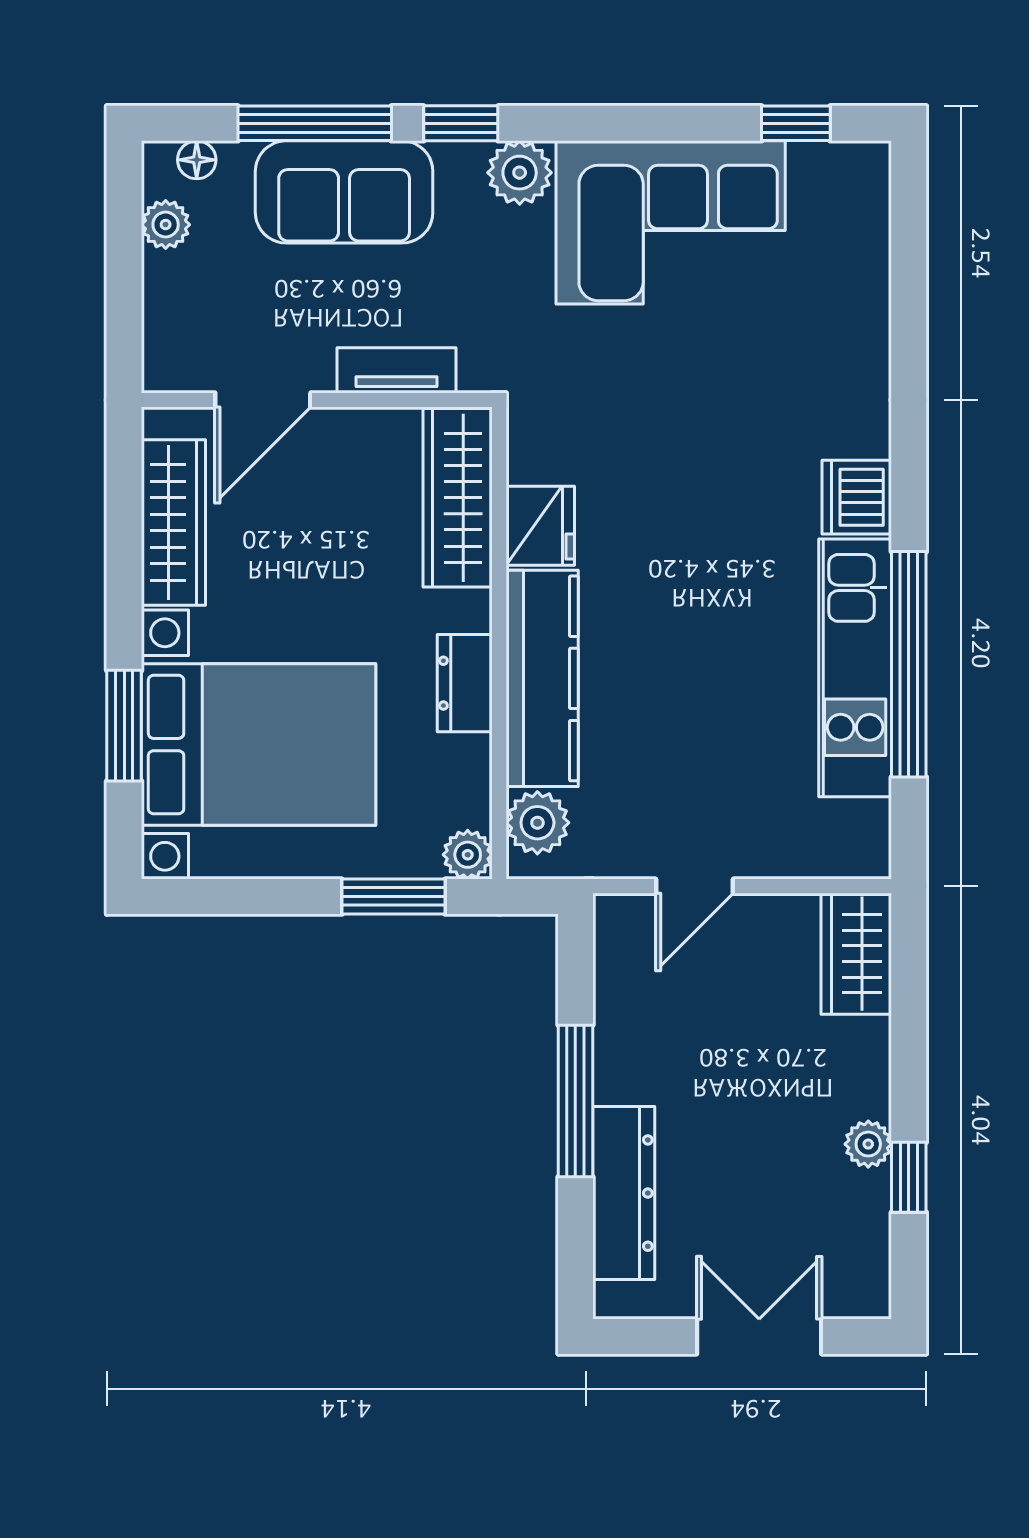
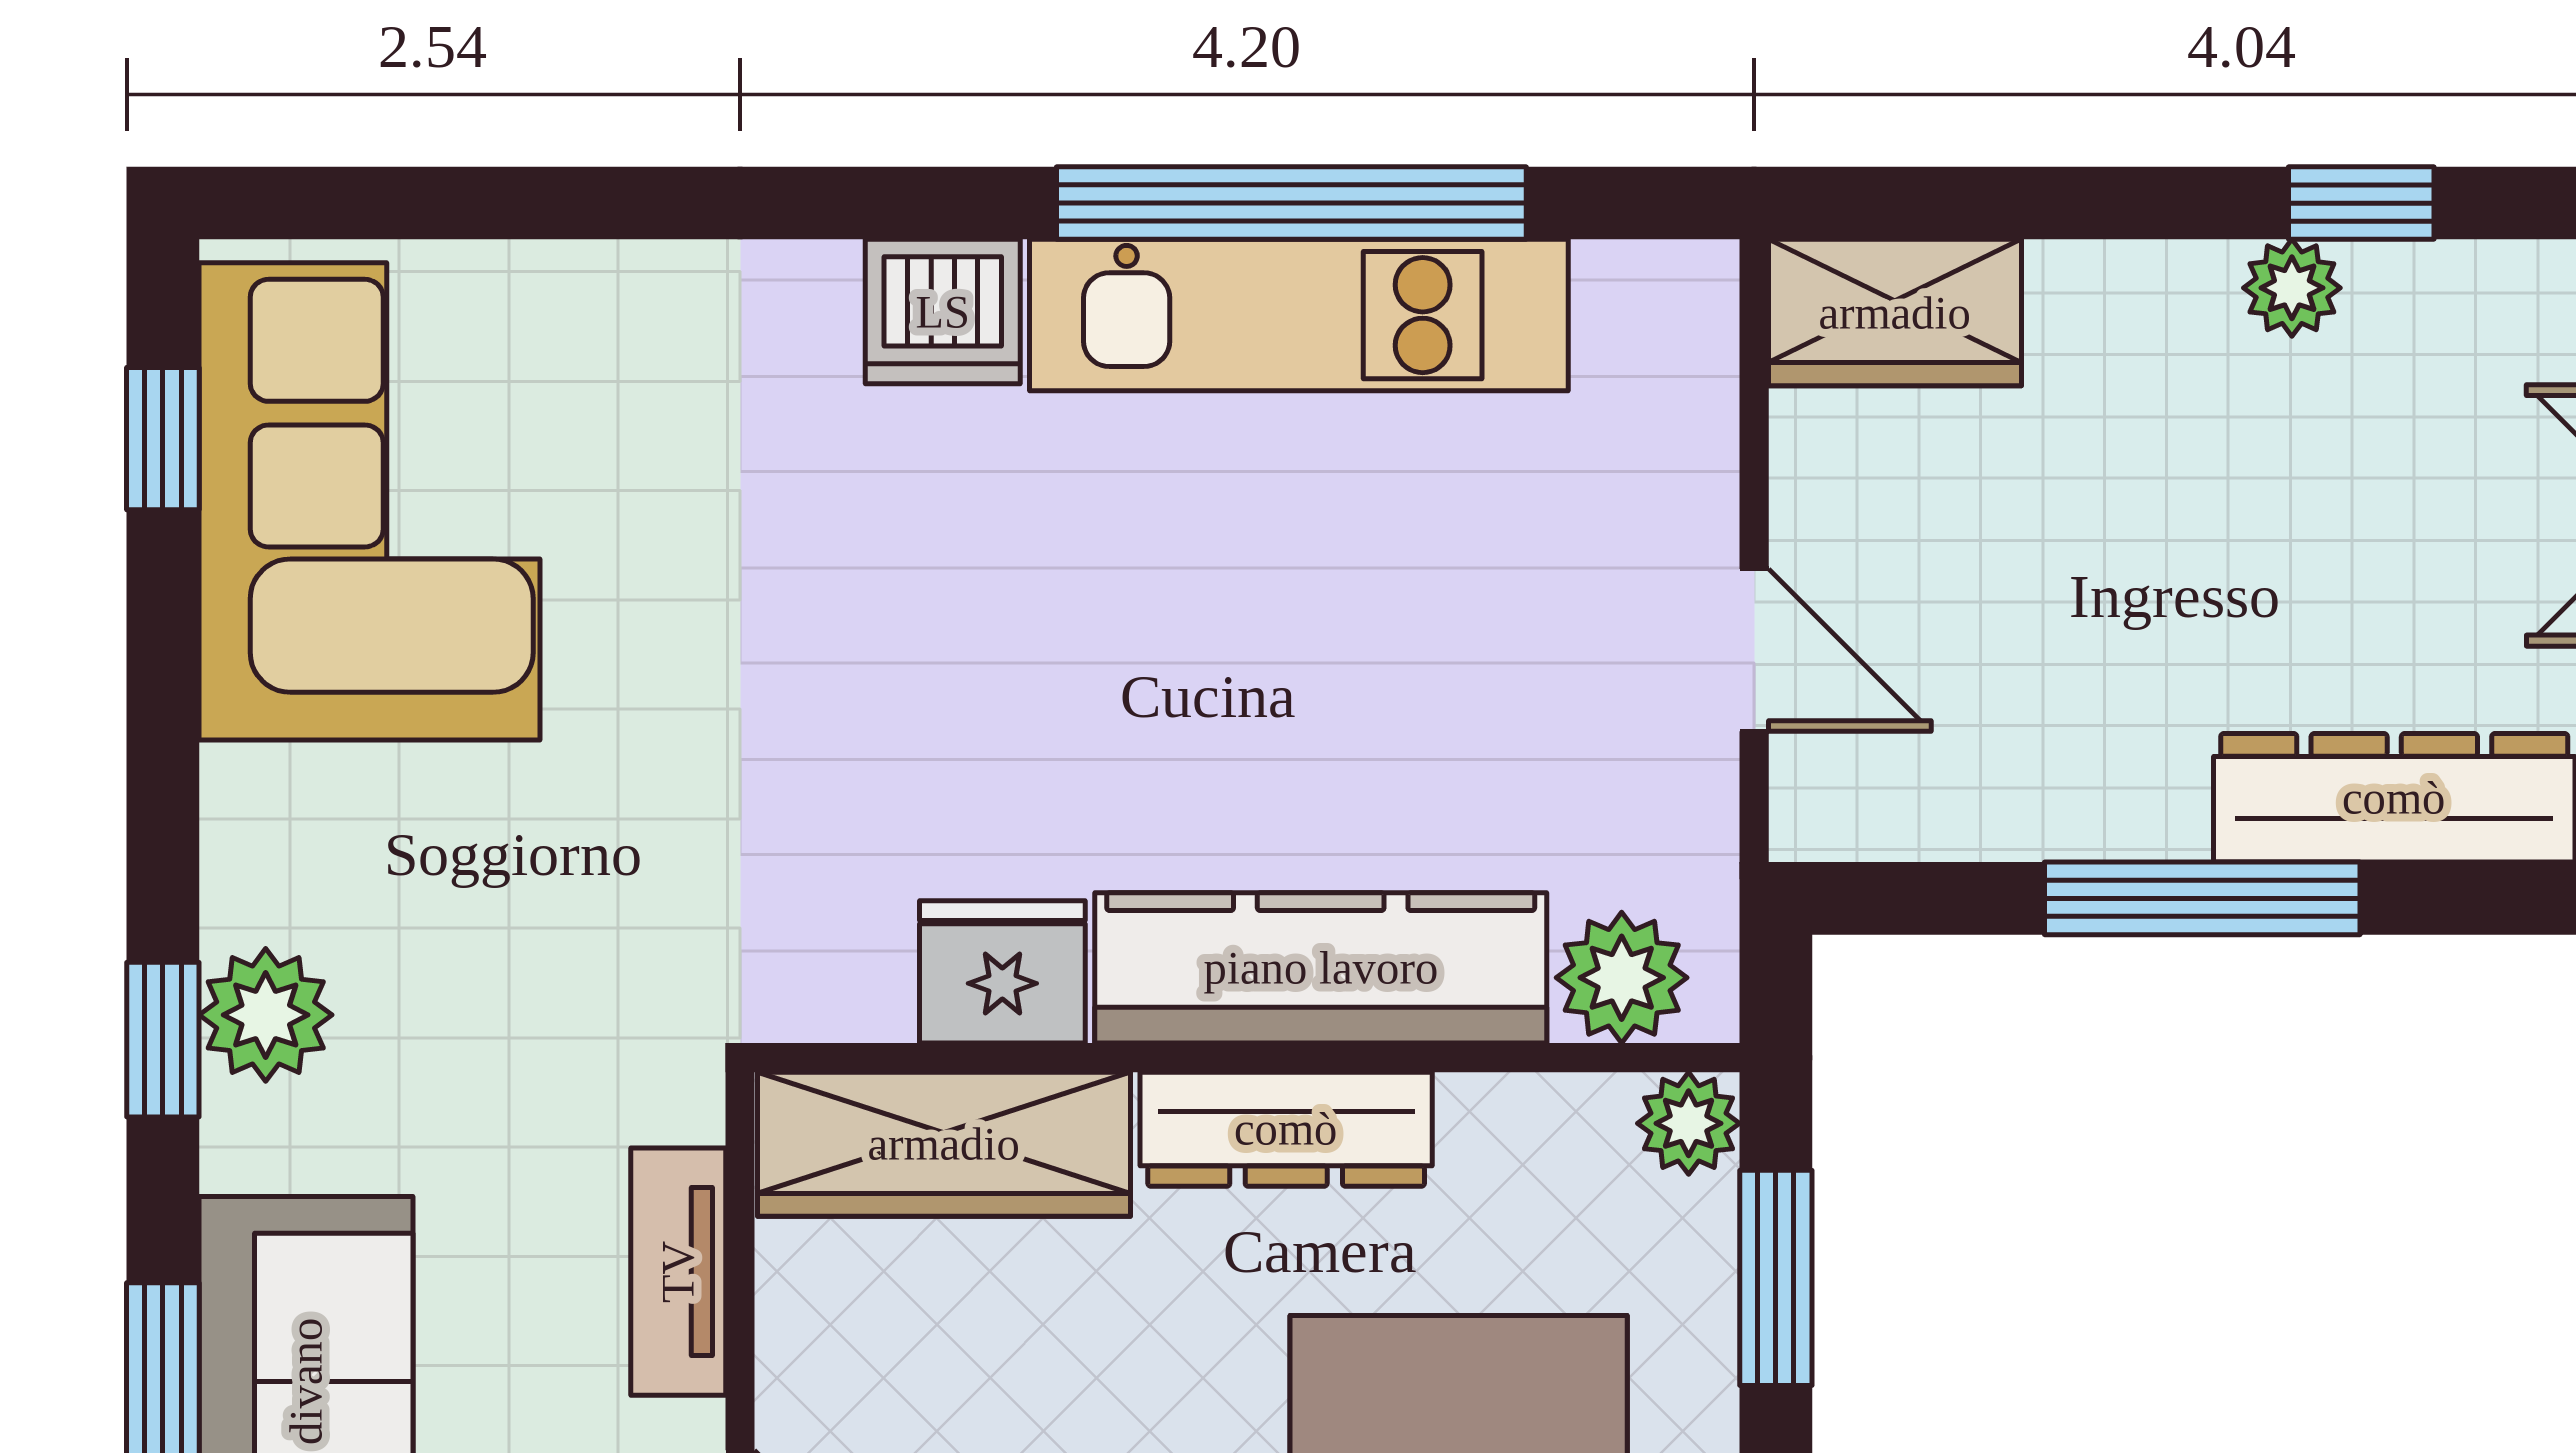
window: (461, 123) -> (163, 1040), moved
corner sofa: (671, 222) -> (370, 501), moved
dresser: (465, 683) -> (1286, 1129), width x1.44

